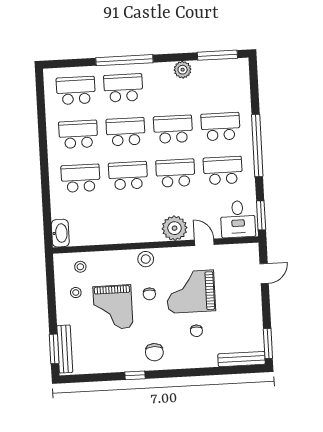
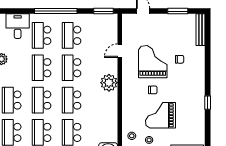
desk: (238, 219) -> (18, 26), moved, turned -90
plant: (175, 228) -> (109, 83), moved
stool: (146, 259) -> (129, 91), removed
grand piano: (191, 292) -> (153, 62), turned 180
grand piano: (113, 307) -> (161, 115), turned 180
window: (268, 344) -> (178, 11), moved
chair: (154, 352) -> (193, 89), removed

